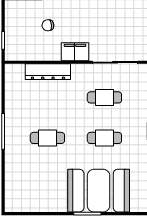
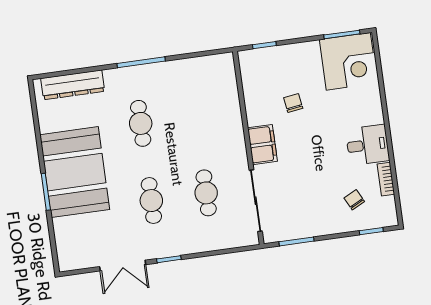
dresser: (48, 72) -> (73, 85), moved, turned -90
booth: (99, 191) -> (75, 172), moved

